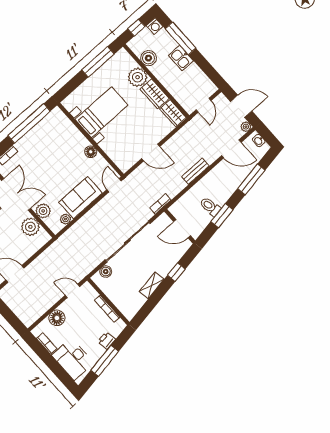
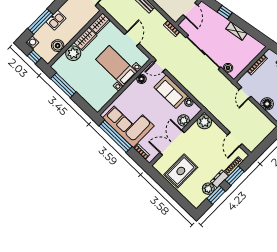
bed with nightstands: (101, 112) -> (116, 66), moved
corner sofa: (46, 141) -> (128, 122), added
floor lamp: (91, 152) -> (141, 79), moved
plant: (30, 227) -> (204, 122), moved

